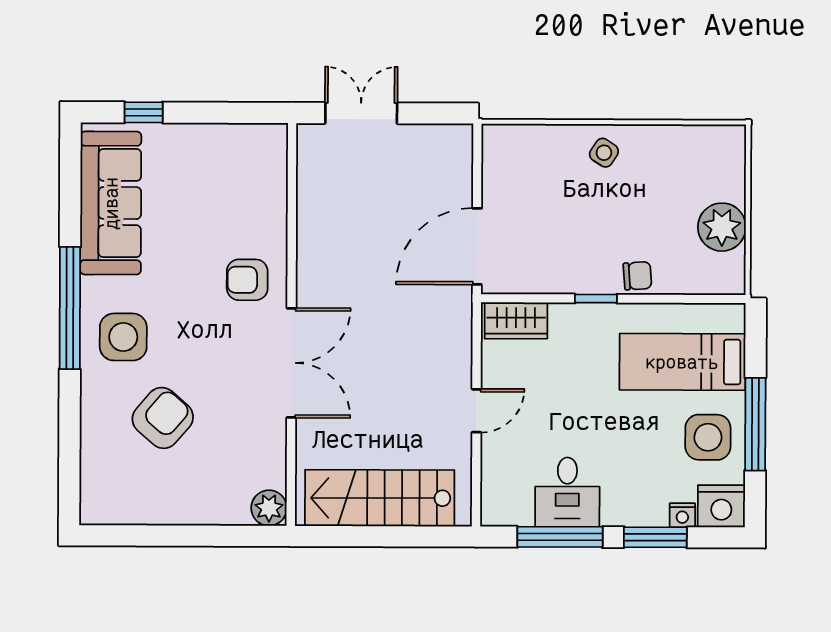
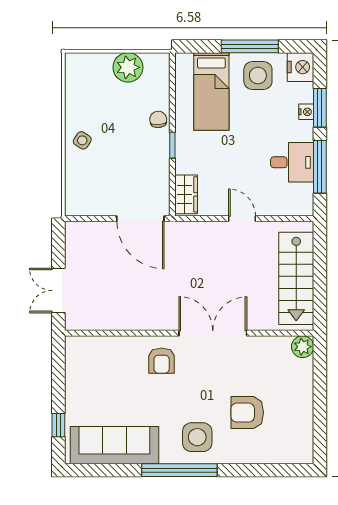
armchair: (163, 418) -> (247, 413), turned -41
nightstand: (682, 515) -> (306, 112), moved

